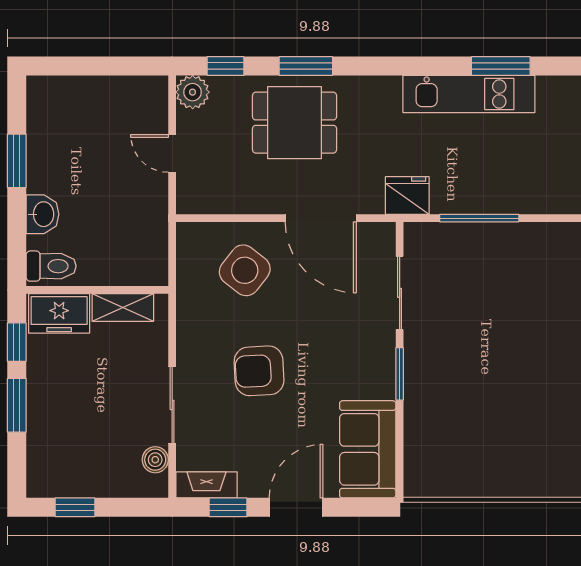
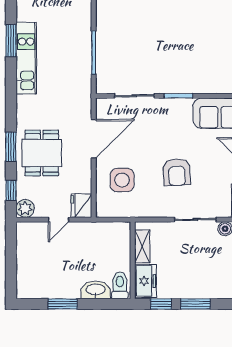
fridge: (407, 196) -> (81, 206), moved
washbasin: (43, 214) -> (96, 290), width x1.38
side table: (245, 270) -> (122, 180), turned -38

